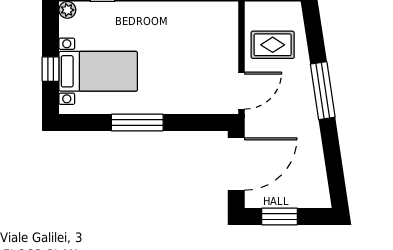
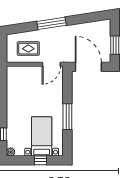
rug: (273, 45) -> (28, 49), turned 90
door: (242, 91) -> (51, 64), swing flipped

